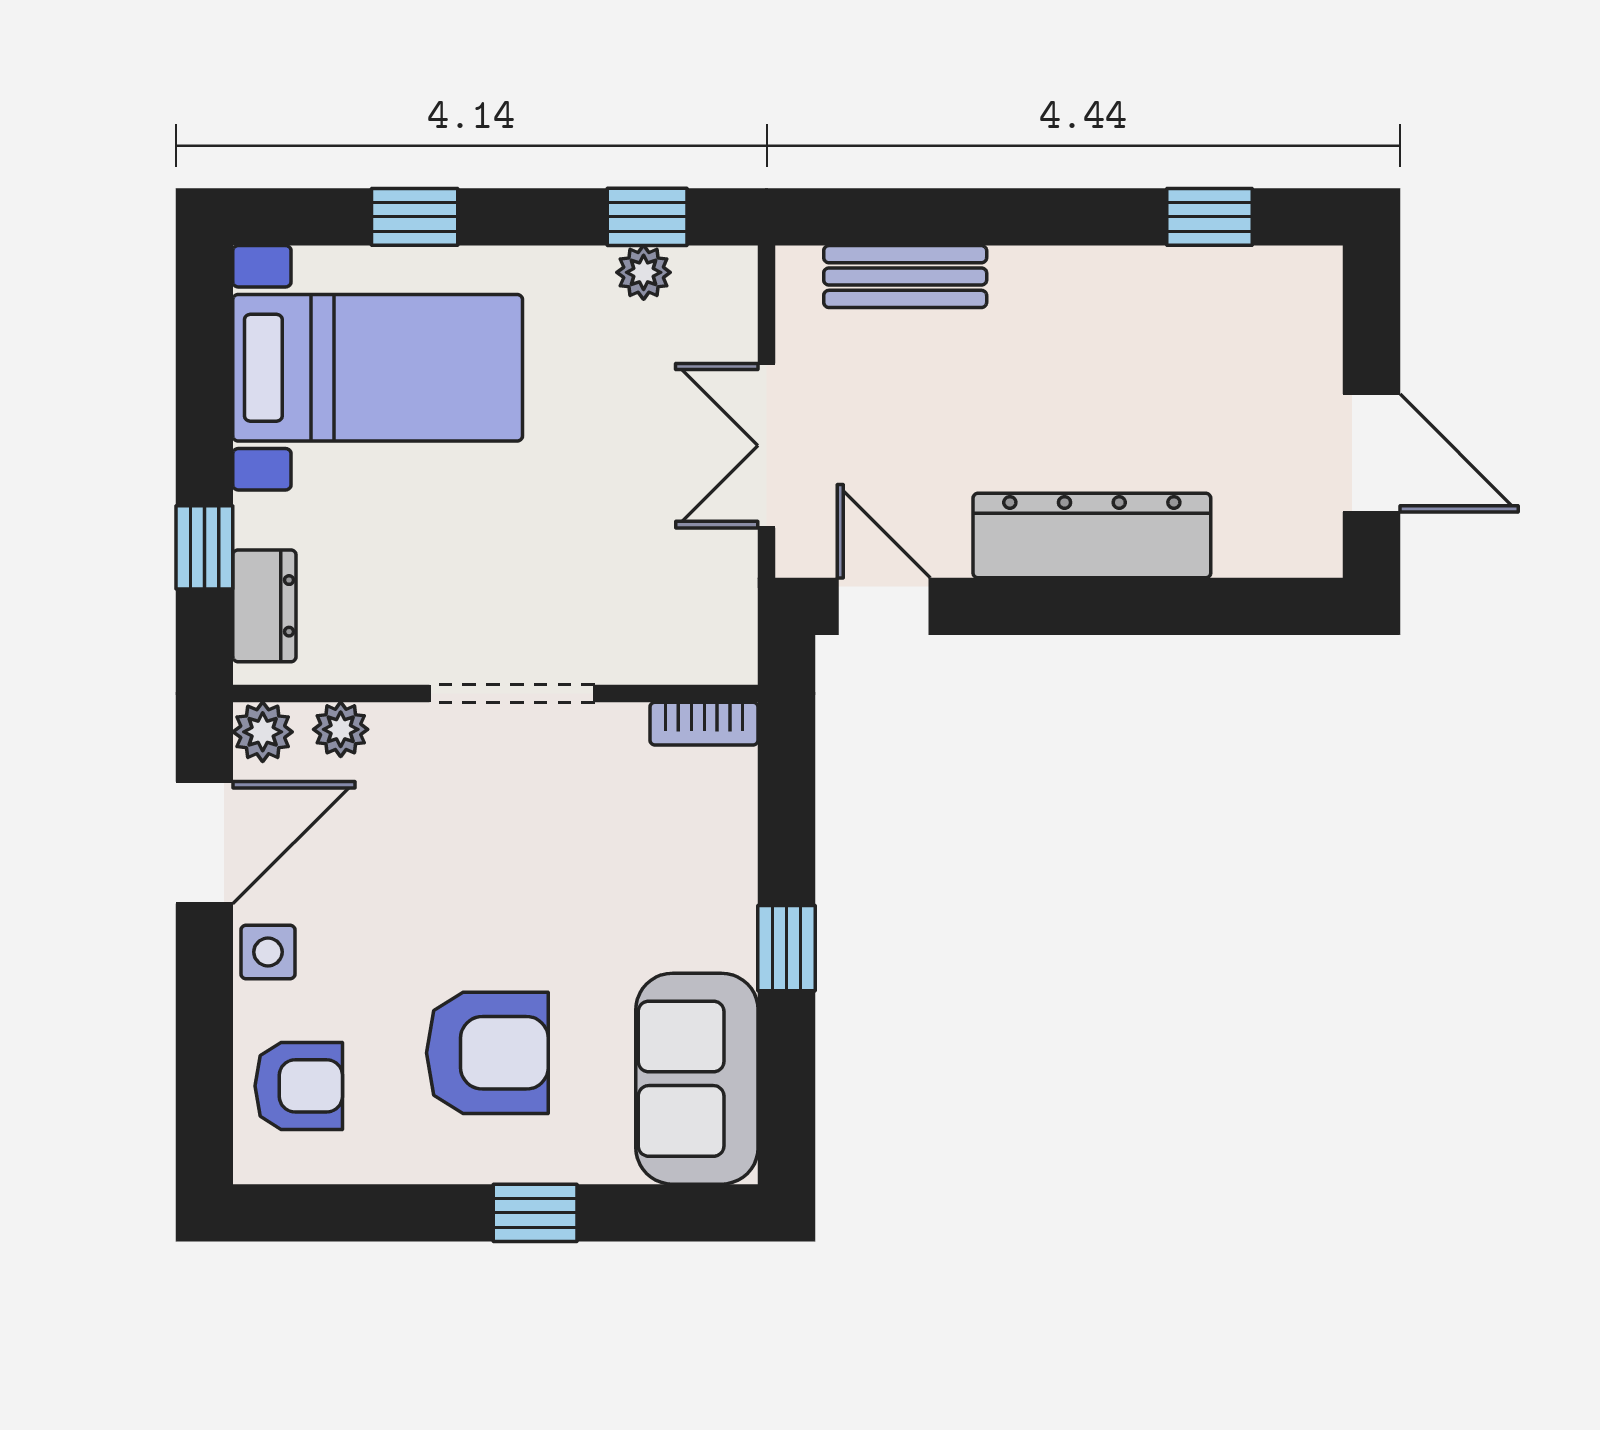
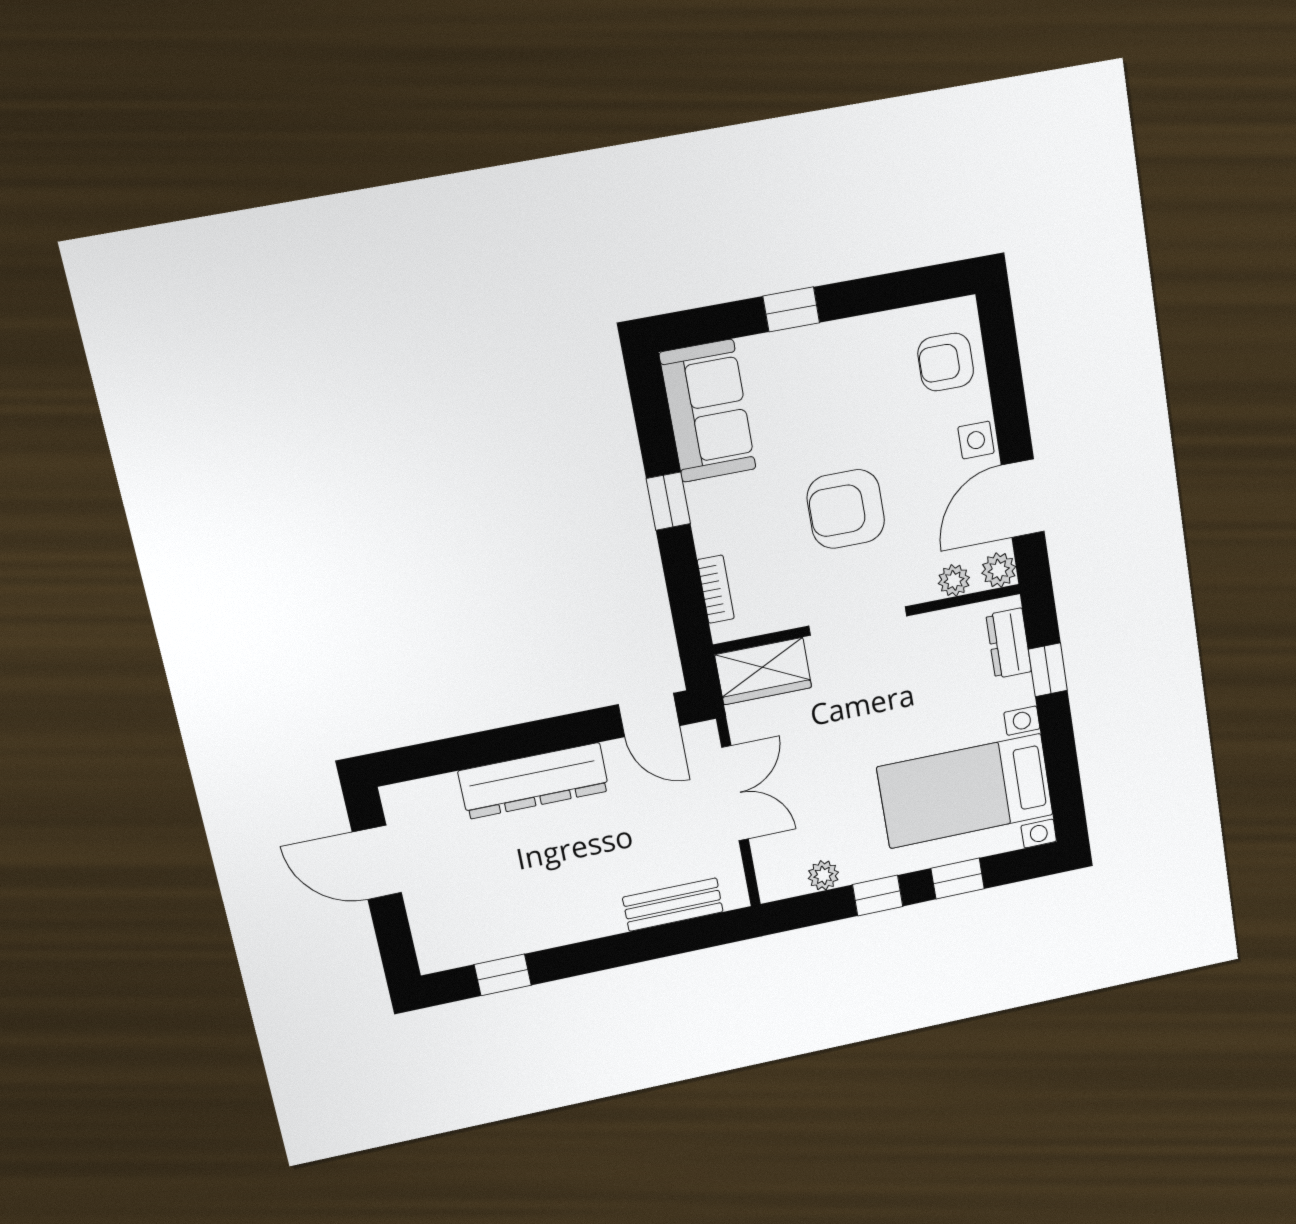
window: (647, 217) -> (878, 895), moved
wardrobe: (683, 641) -> (763, 671), added
bookcase: (704, 724) -> (716, 589), moved, turned 90
armchair: (487, 1053) -> (846, 509), moved

